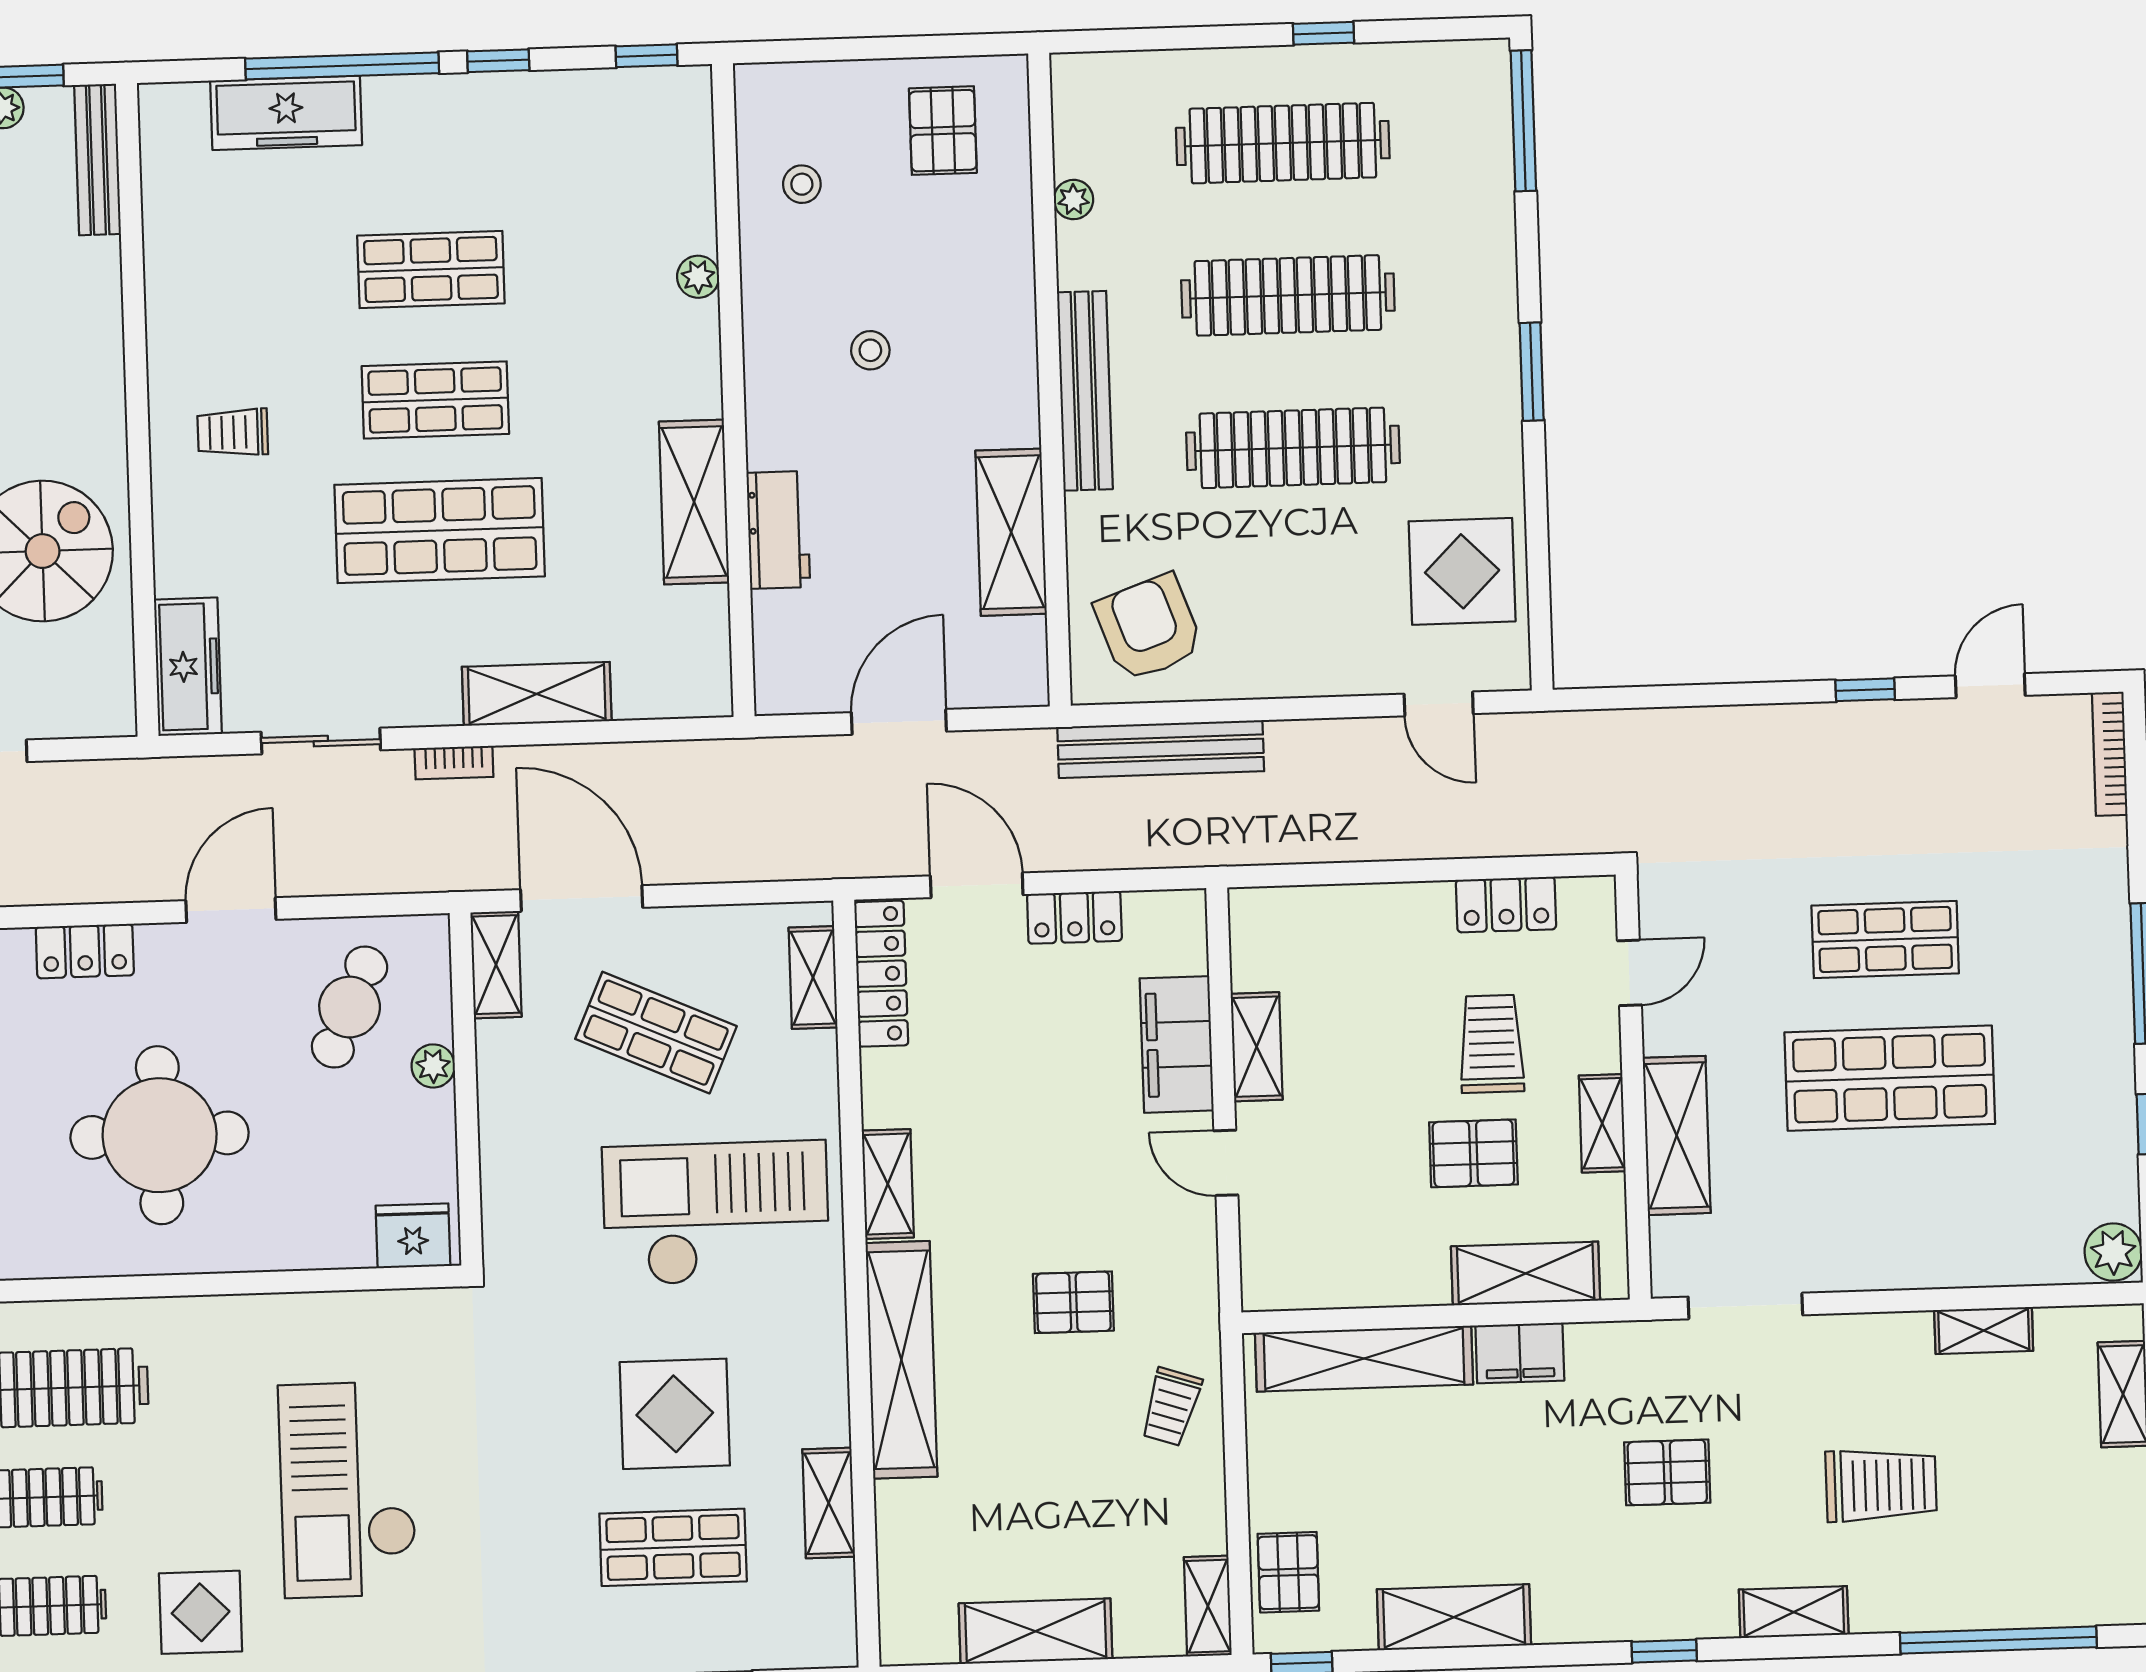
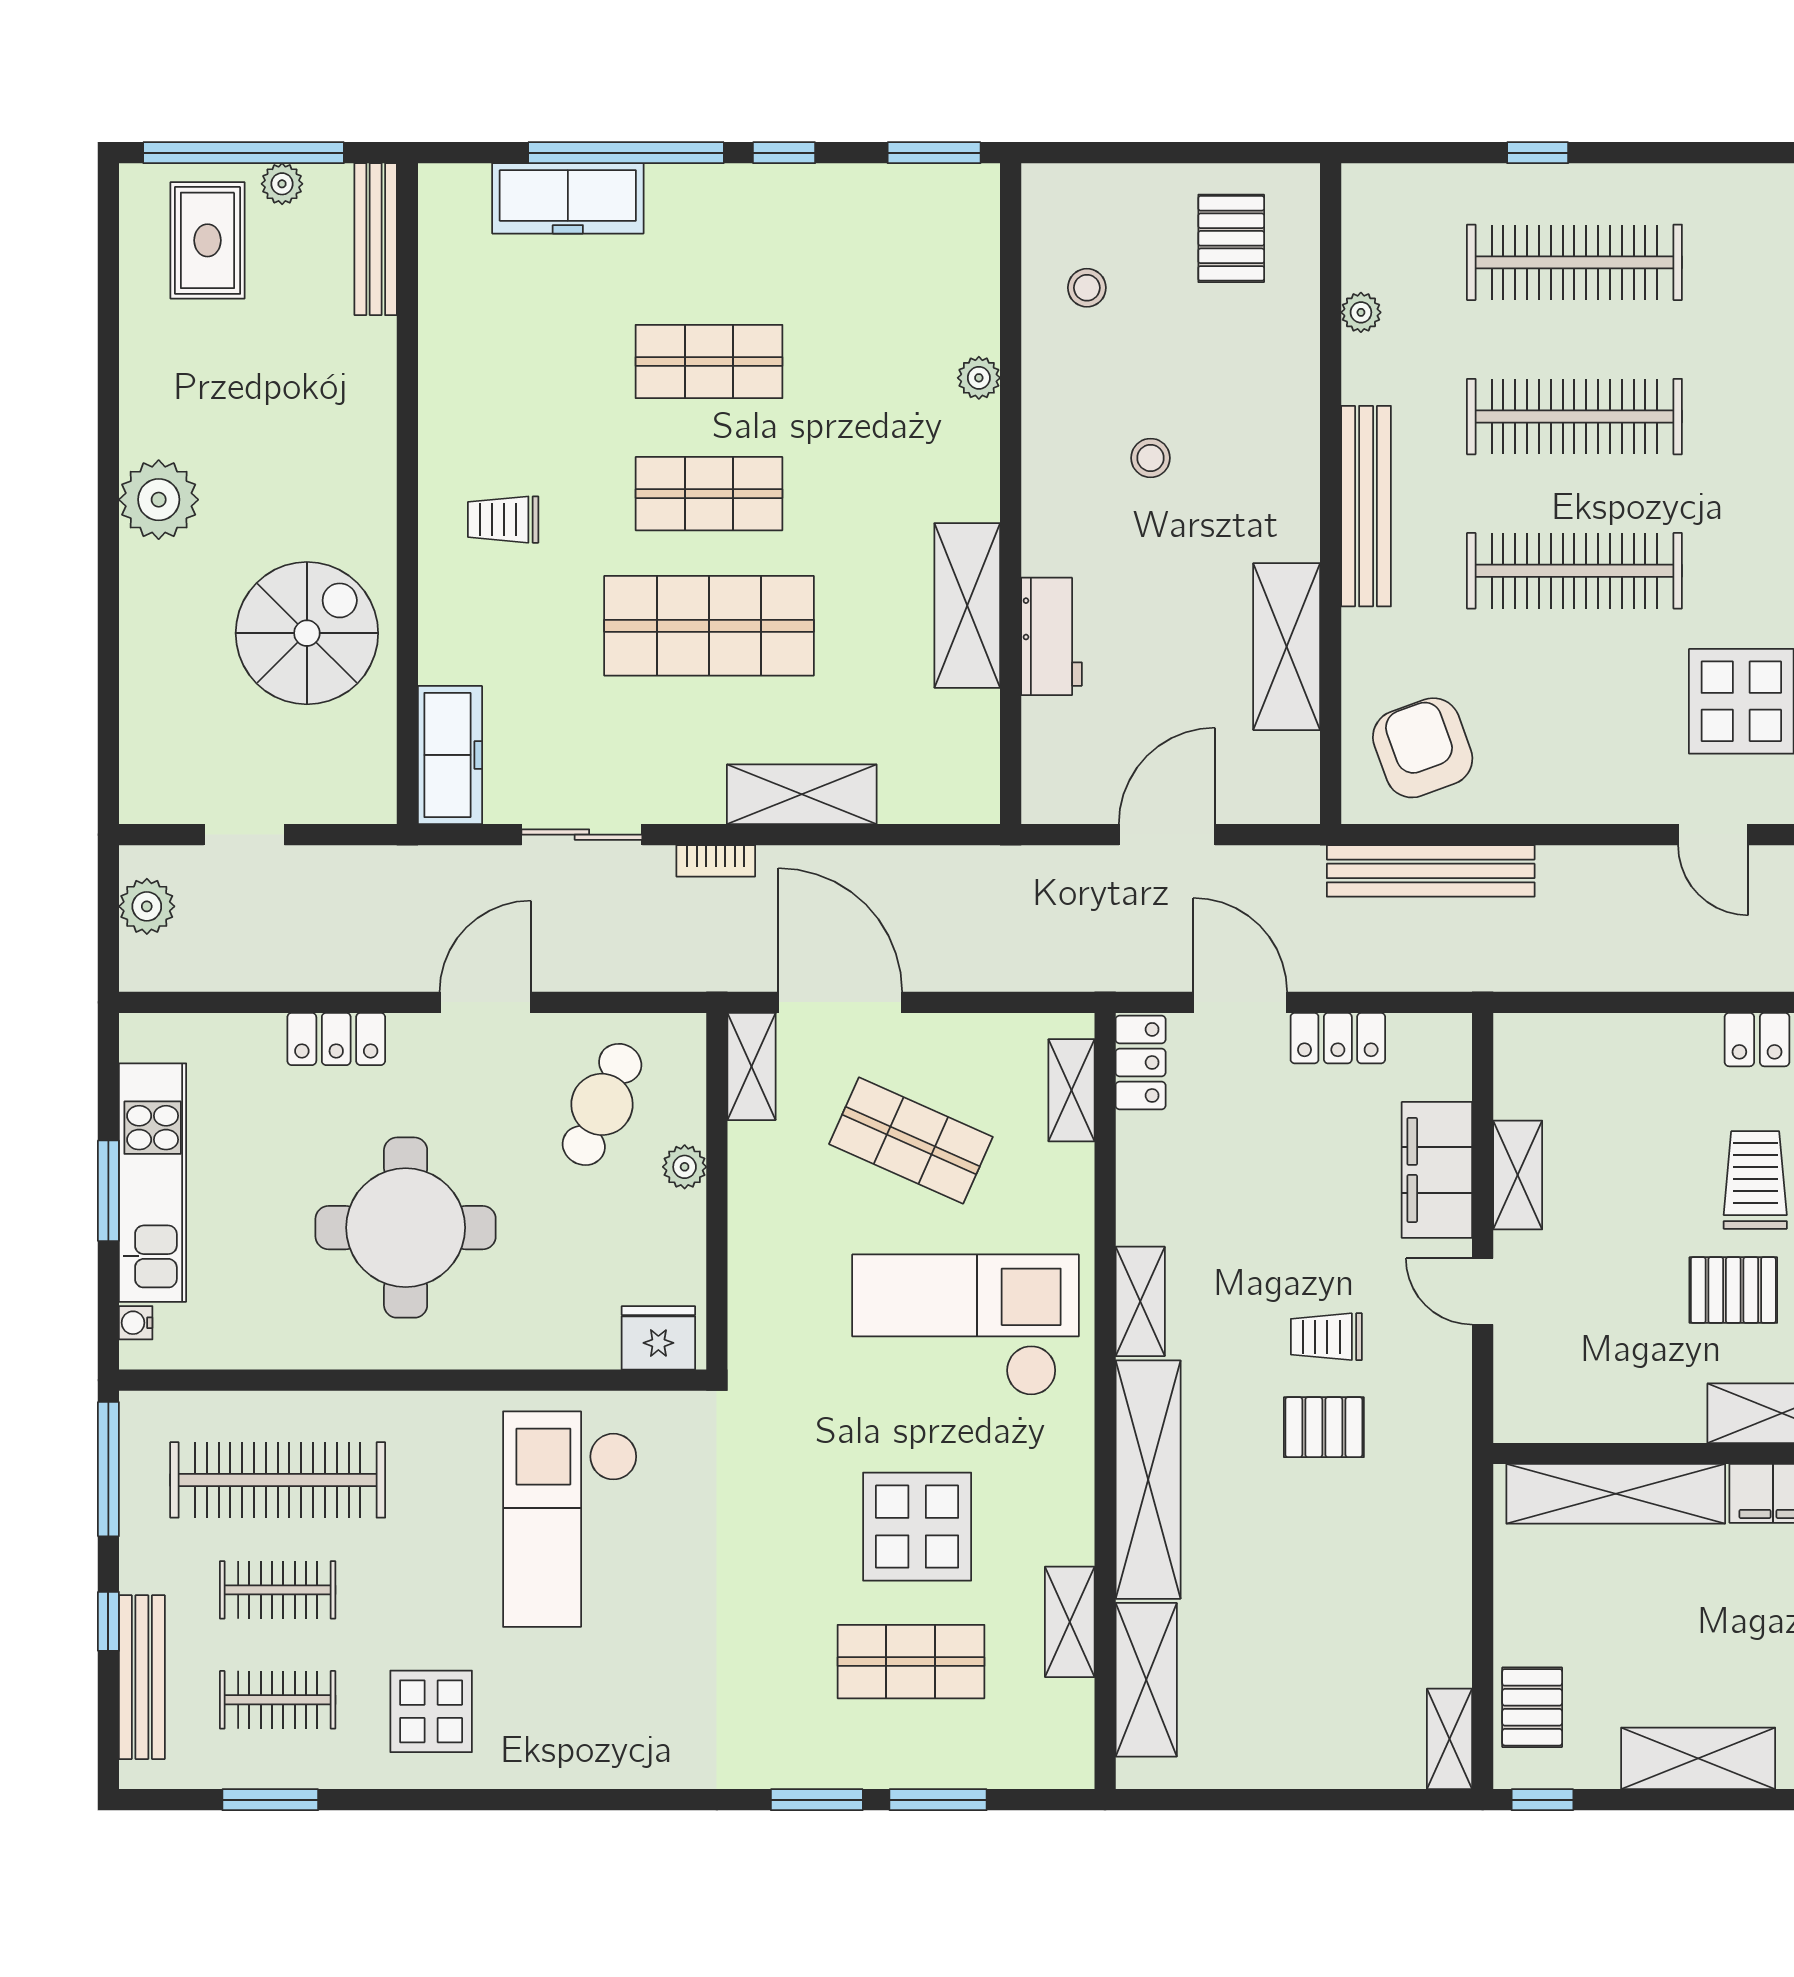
window: (1323, 33) -> (1538, 153), moved
window: (646, 56) -> (934, 153), width x1.50
locker: (881, 974) -> (1141, 1062), width x0.66
trolley: (1171, 1407) -> (1326, 1337), moved, turned 72
checkout: (348, 1490) -> (570, 1519), moved
shelving: (1036, 1631) -> (1146, 1680), moved, turned 90

